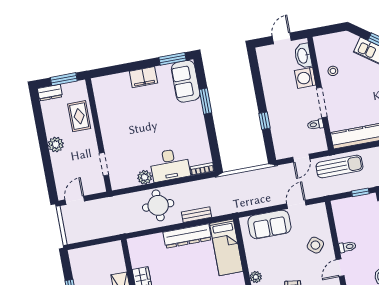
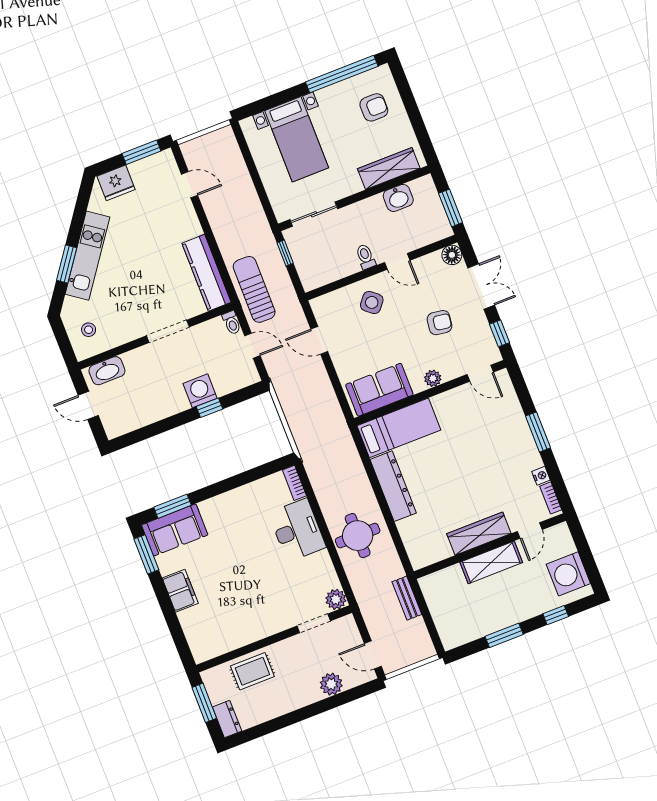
stool: (333, 71) -> (89, 330), moved
washing machine: (305, 78) -> (200, 391), moved, turned 180
window: (206, 101) -> (172, 506), moved
toilet: (315, 124) -> (232, 323), moved
plant: (56, 144) -> (331, 684), moved
plant: (145, 177) -> (336, 599), moved
bench: (196, 215) -> (407, 598), moved
sofa: (269, 224) -> (379, 390), moved, turned -90

